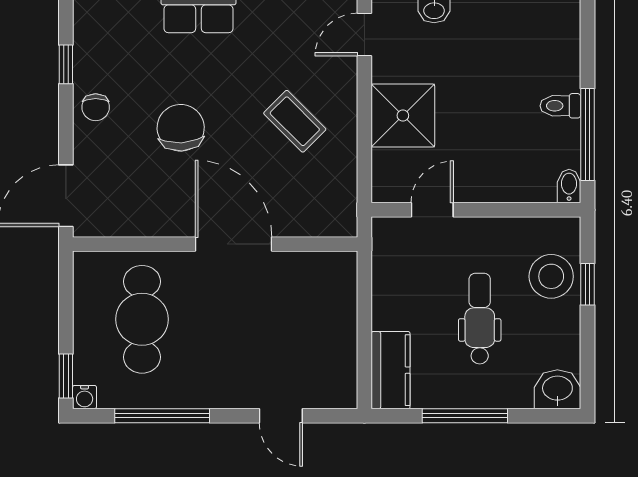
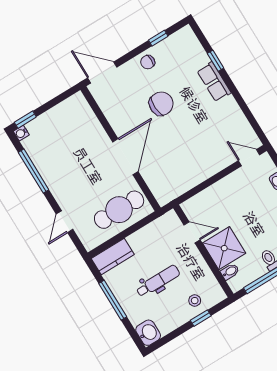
shower: (403, 116) -> (224, 248), moved
coffee table: (295, 121) -> (194, 151), removed
bidet: (569, 186) -> (230, 272), moved
stool: (551, 276) -> (195, 301), width x0.53, depth x0.53
cafe table: (142, 319) -> (119, 210), moved

